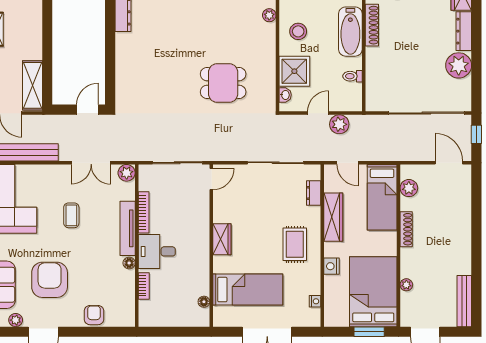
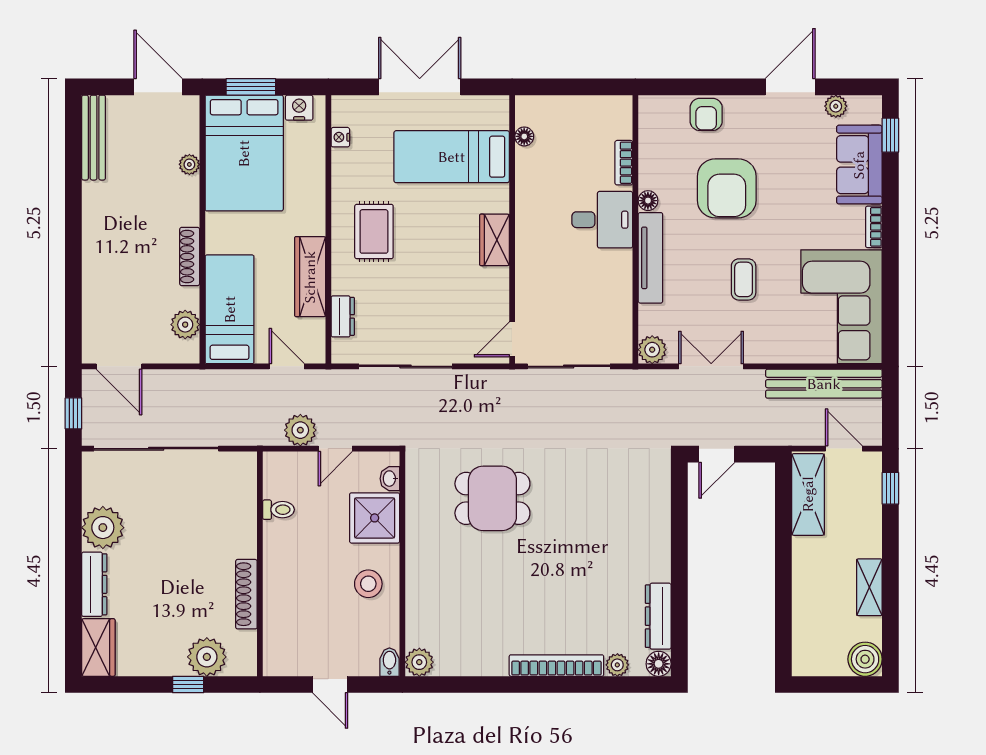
plant: (269, 15) -> (416, 611), removed
bathtub: (350, 32) -> (282, 583), removed
bookcase: (144, 212) -> (624, 284), removed
nightstand: (332, 266) -> (299, 108), moved, turned -90
armchair: (50, 280) -> (727, 188), moved

